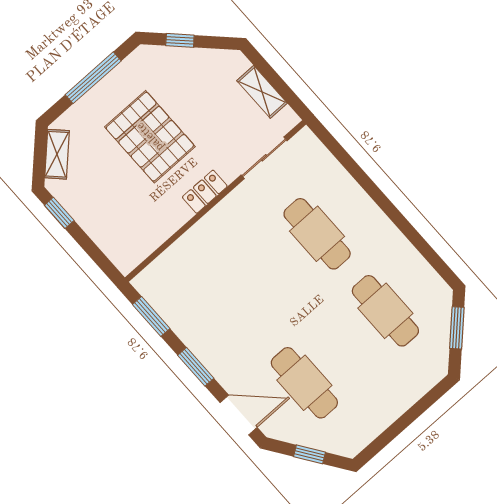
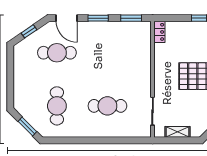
locker: (205, 192) -> (159, 32), moved
cafe table: (385, 311) -> (57, 106), turned 90
door: (239, 415) -> (67, 18), hinge flipped

